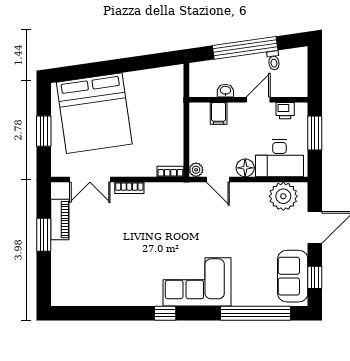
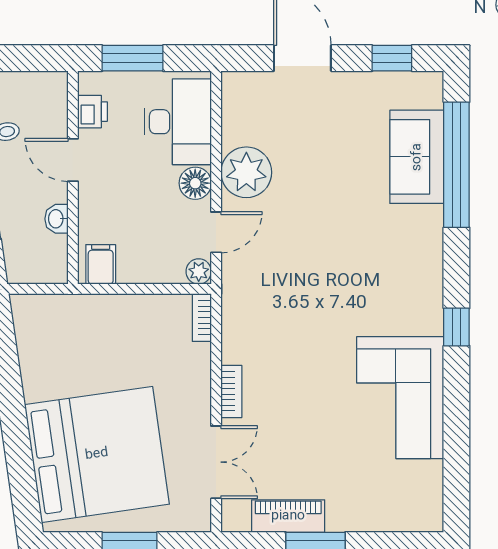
filing cabinet: (219, 113) -> (101, 264), moved, turned -90
plant: (283, 196) -> (246, 172), moved
sofa: (293, 276) -> (417, 157), moved, turned 90
corner sofa: (197, 282) -> (400, 398), moved

